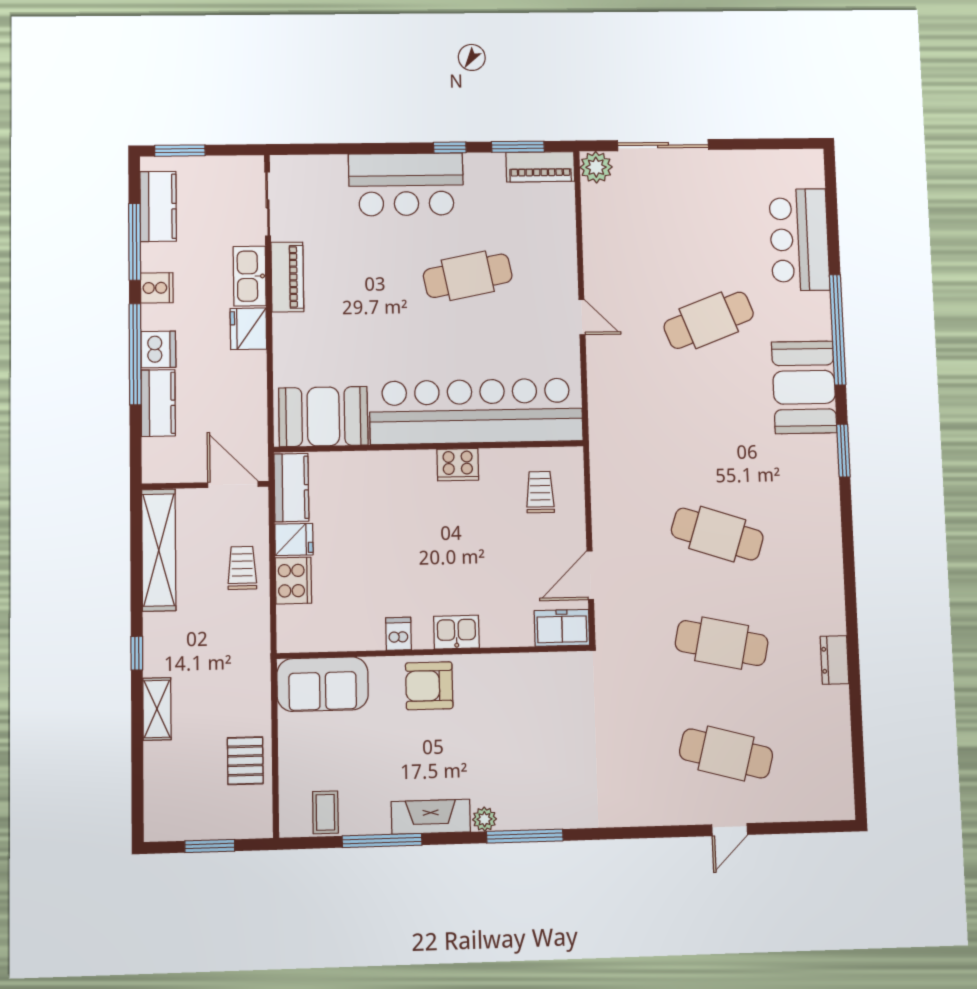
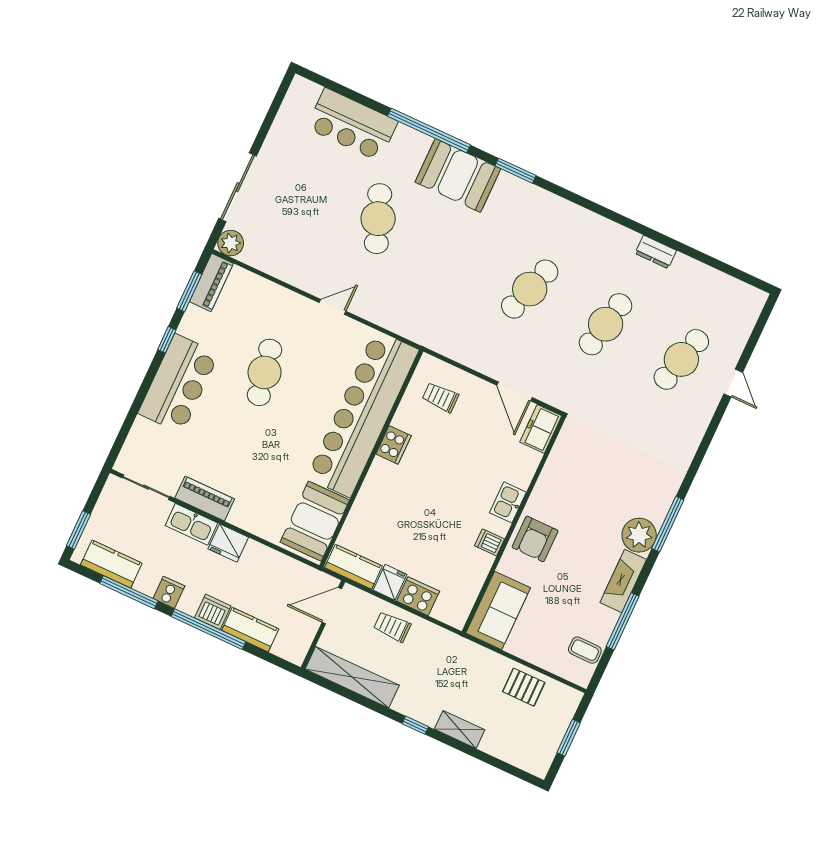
plant: (484, 819) -> (639, 535), width x1.88, depth x1.88

